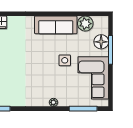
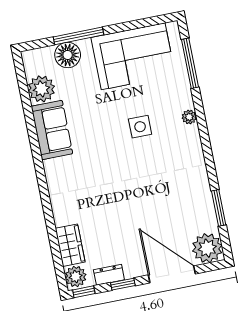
sofa: (56, 25) -> (52, 130), width x0.73
side table: (65, 60) -> (140, 127), moved

